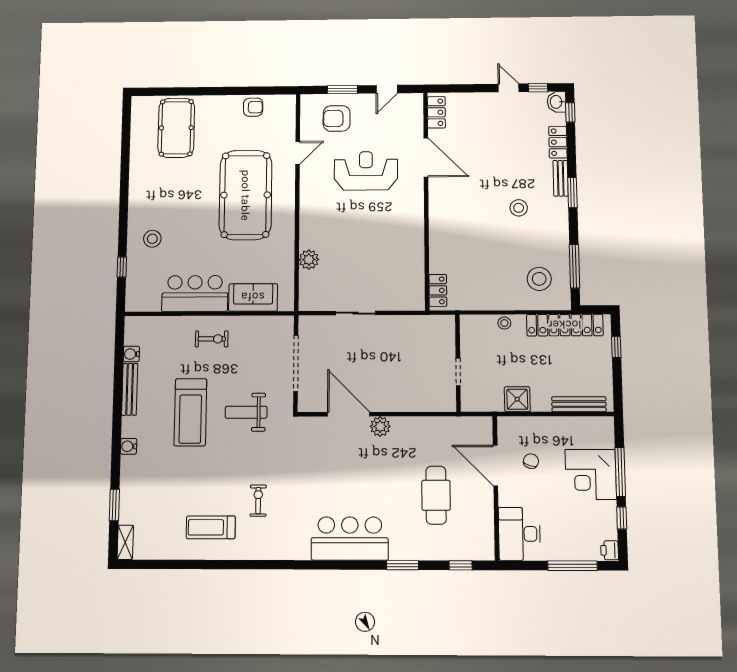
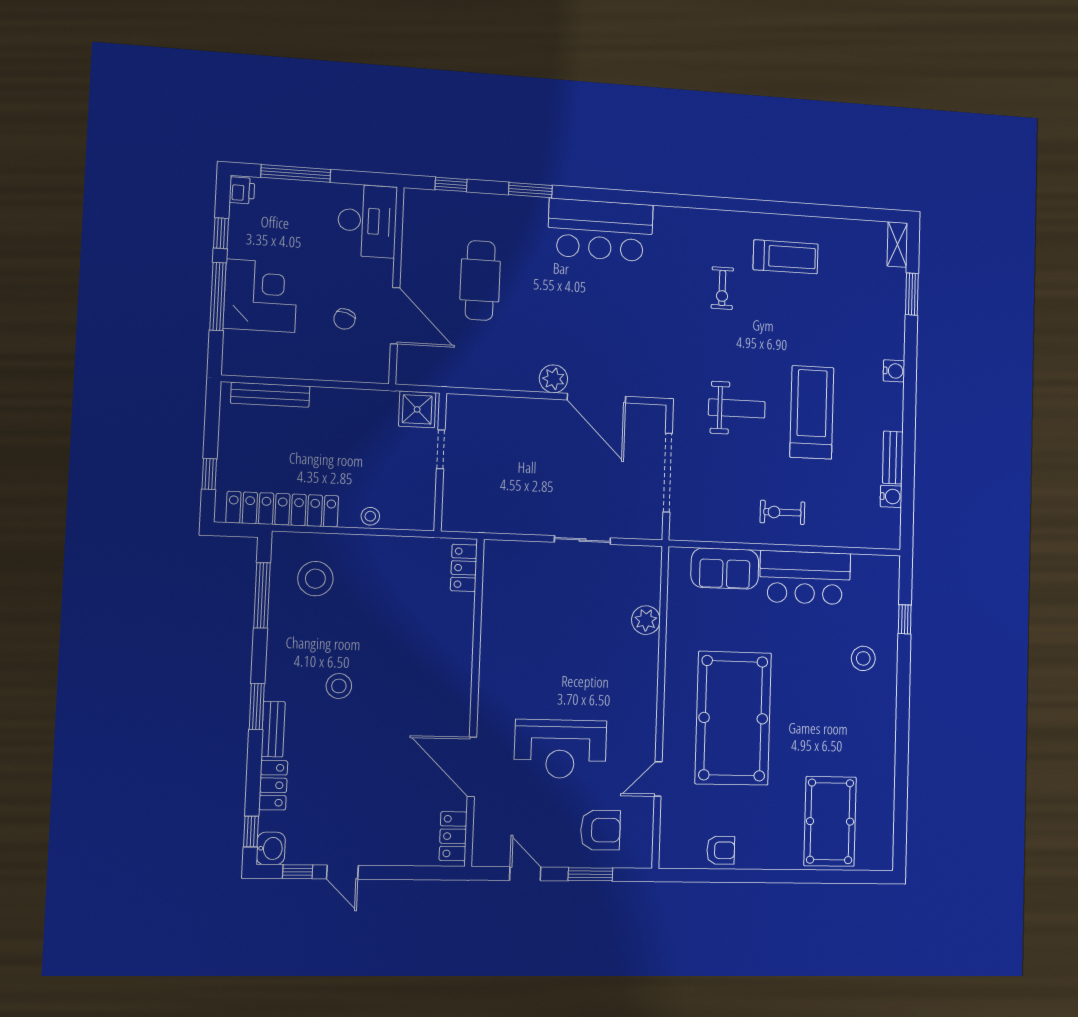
door: (387, 89) -> (525, 874), hinge flipped
armchair: (253, 107) -> (721, 850), turned 180
bench: (130, 389) -> (893, 457), width x0.73
shower: (517, 399) -> (417, 409), moved

